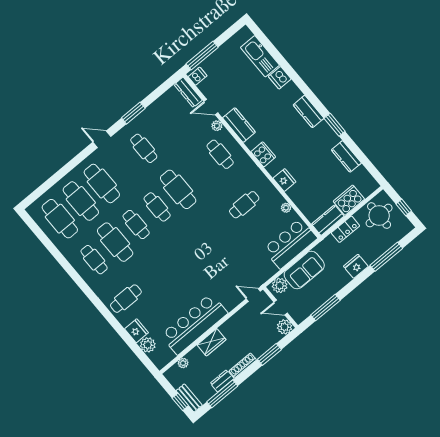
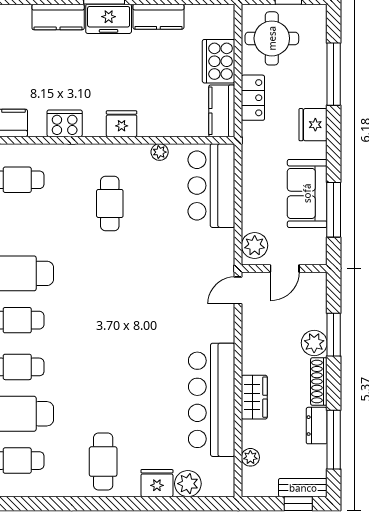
freezer: (327, 135) -> (109, 19), added
sofa: (304, 270) -> (307, 193), moved, turned 180
plant: (285, 327) -> (314, 343), moved

